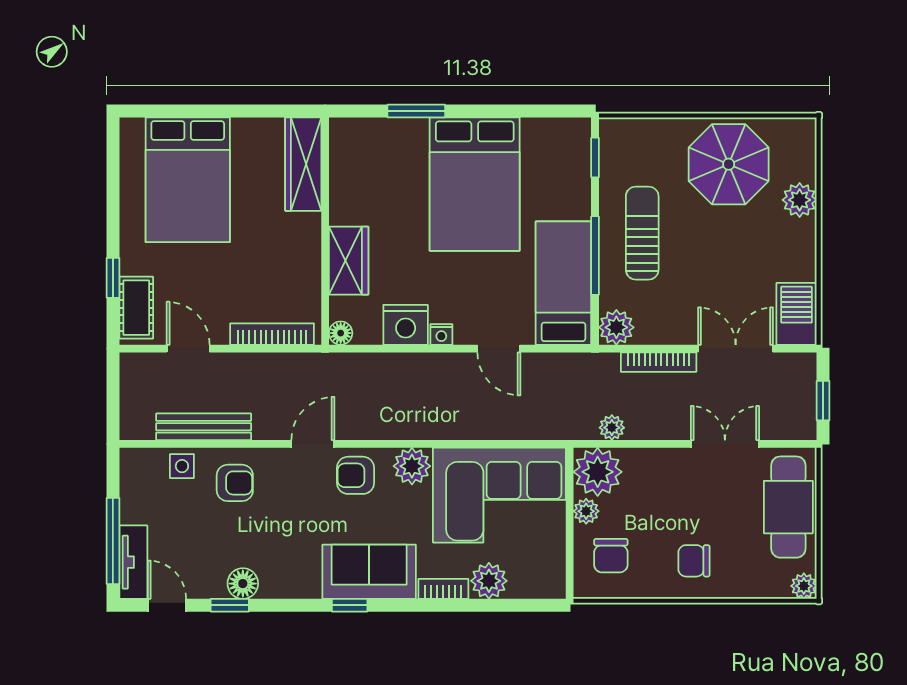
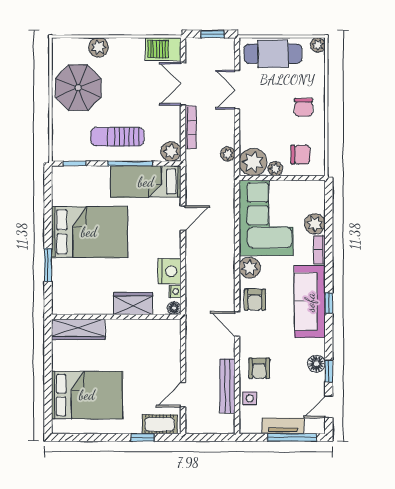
bookcase: (272, 334) -> (175, 347), removed
nightstand: (441, 334) -> (175, 291), moved
armchair: (235, 483) -> (259, 368), turned 180
tv unit: (133, 562) -> (283, 426), moved
sofa: (369, 572) -> (310, 302), width x1.36

